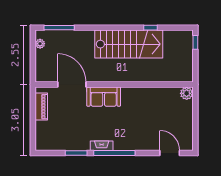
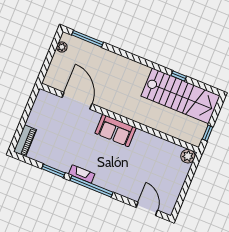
window: (195, 42) -> (208, 133), moved
stairs: (129, 44) -> (181, 96), moved
sofa: (104, 97) -> (116, 130), moved
piano: (41, 107) -> (25, 141), moved

